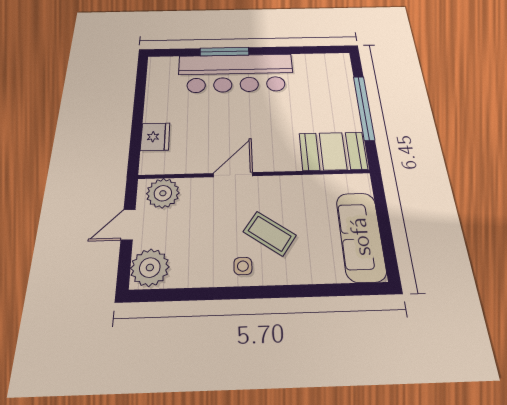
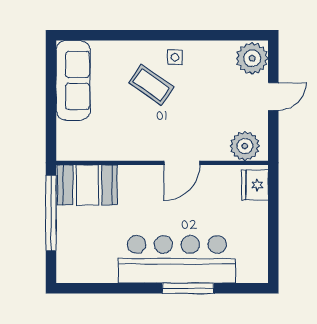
booth: (333, 151) -> (87, 185), moved
wall: (254, 174) -> (162, 163), moved
door: (233, 175) -> (182, 163), moved
plant: (163, 193) -> (245, 146), moved

